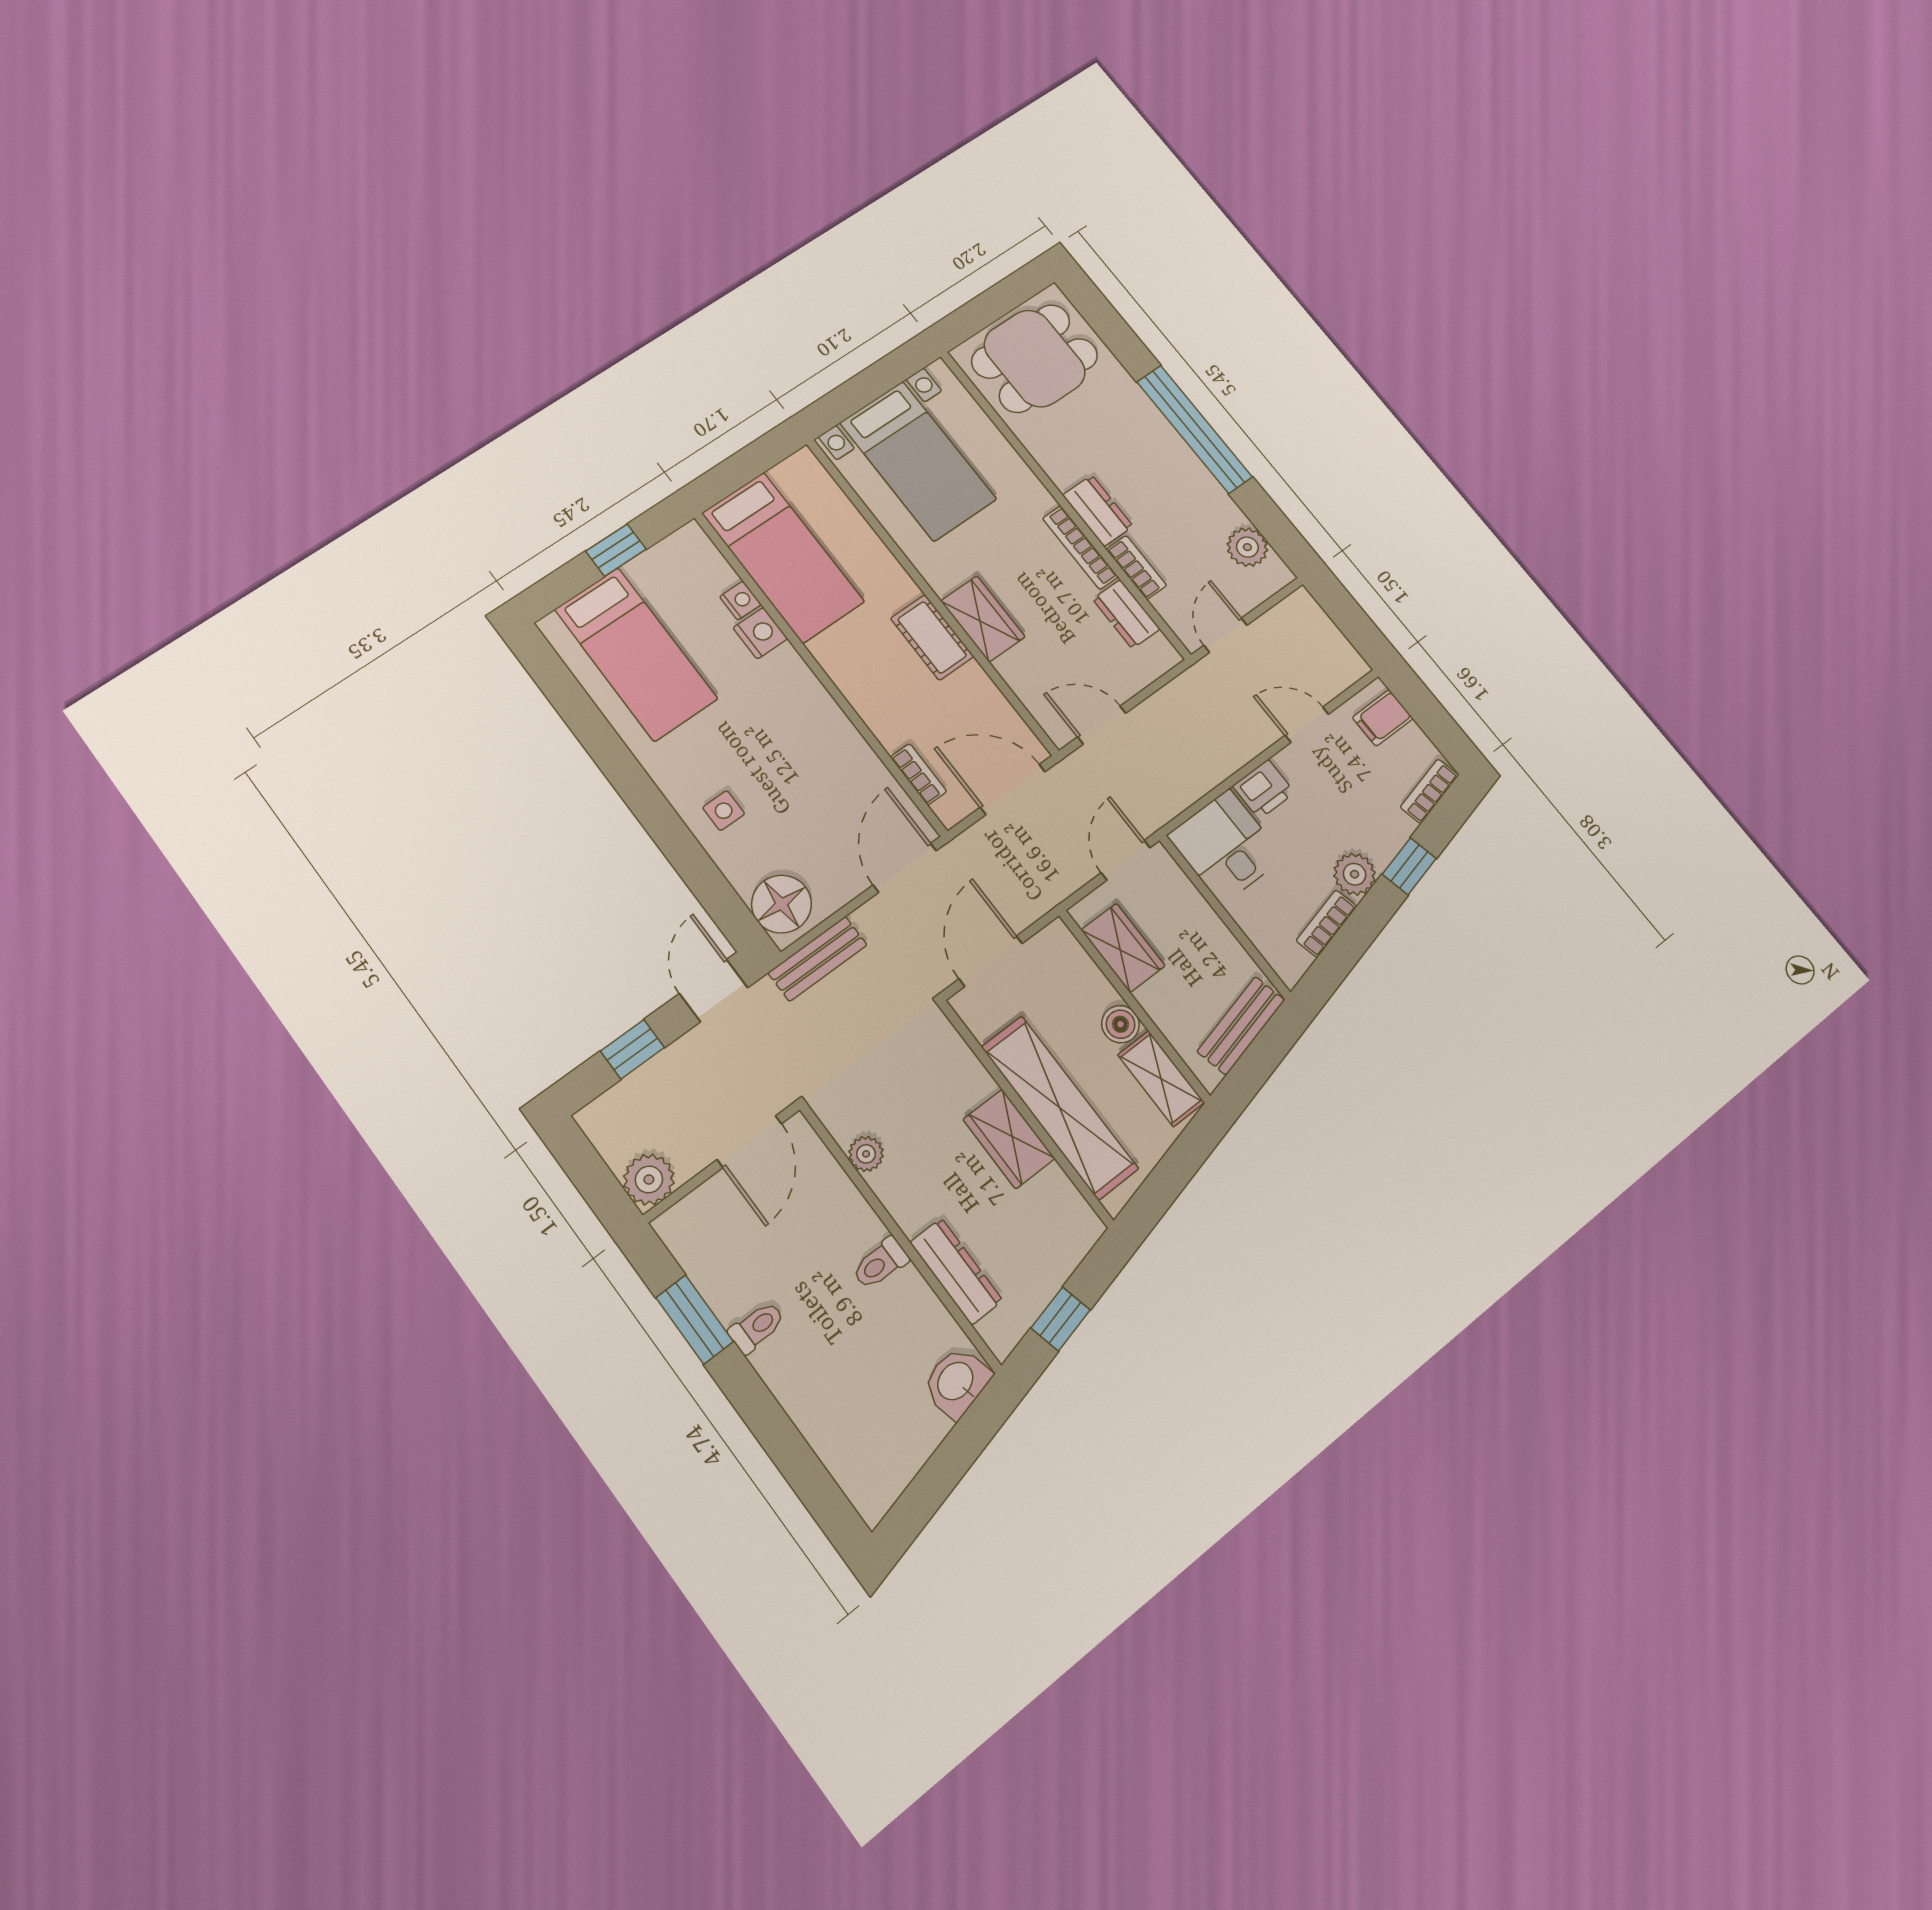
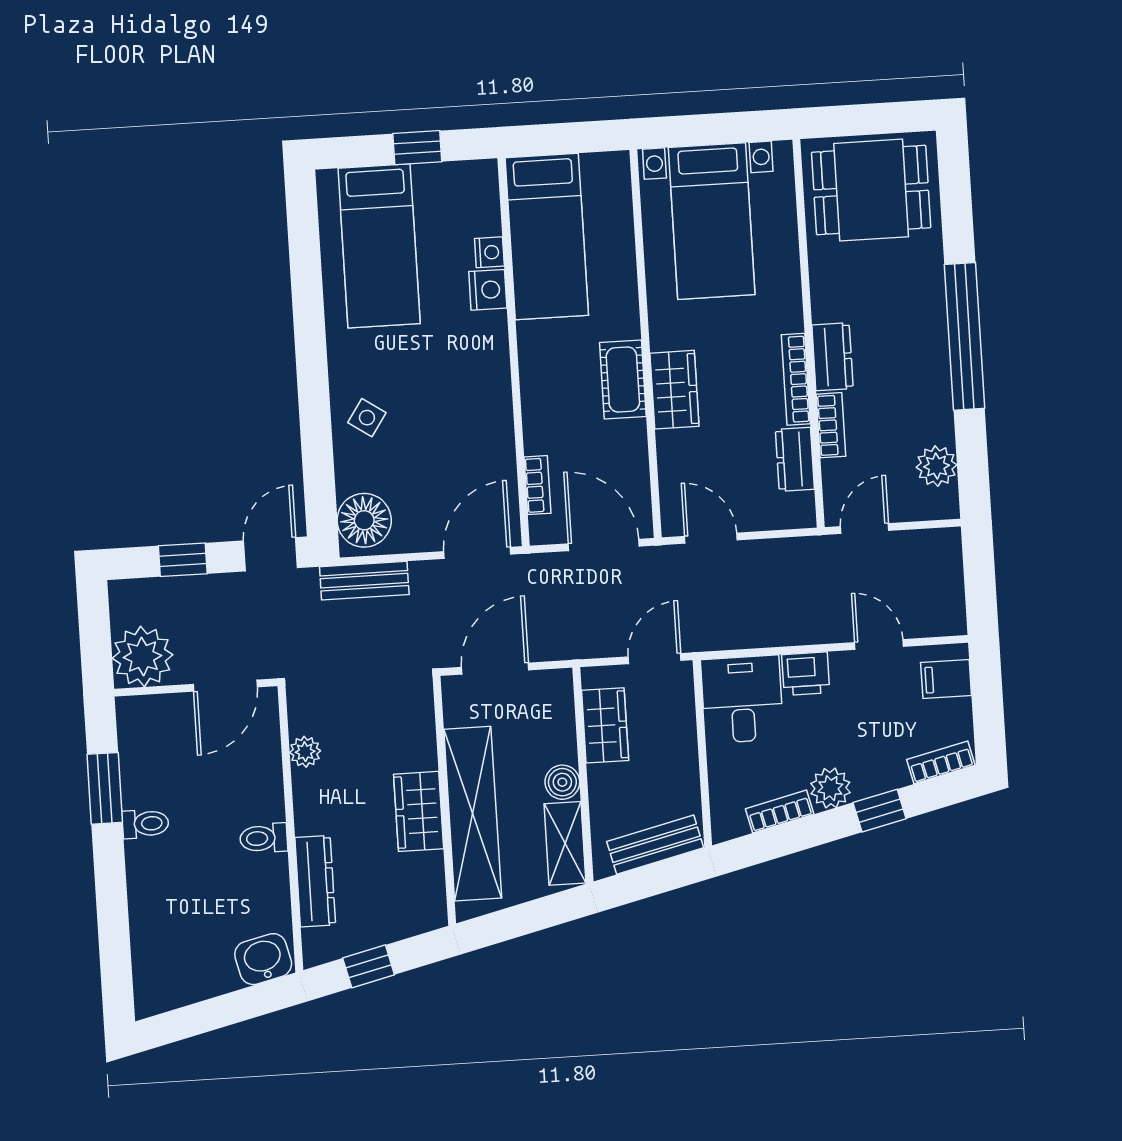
side table: (724, 811) -> (367, 418), turned 34
plant: (649, 1180) -> (142, 656), width x1.36, depth x1.36

